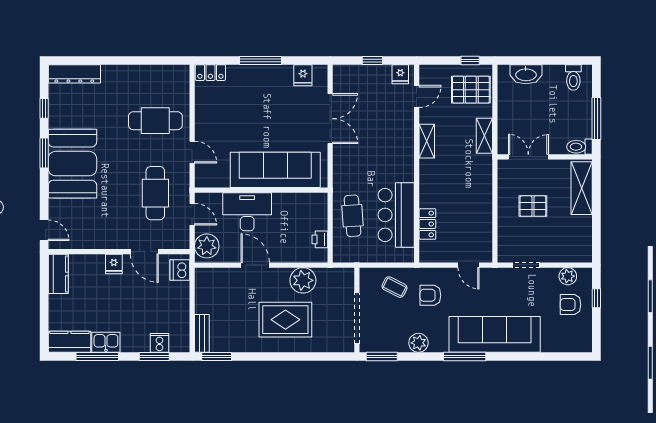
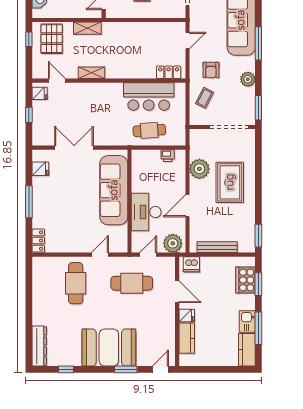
window: (44, 153) -> (126, 369), moved
locker: (427, 224) -> (169, 72), moved
door: (144, 252) -> (177, 292), hinge flipped
kitchen counter: (58, 274) -> (187, 338), moved, turned 90
bench: (202, 333) -> (217, 247), moved, width x1.36
cooker: (159, 343) -> (245, 280), width x1.87, depth x1.31

